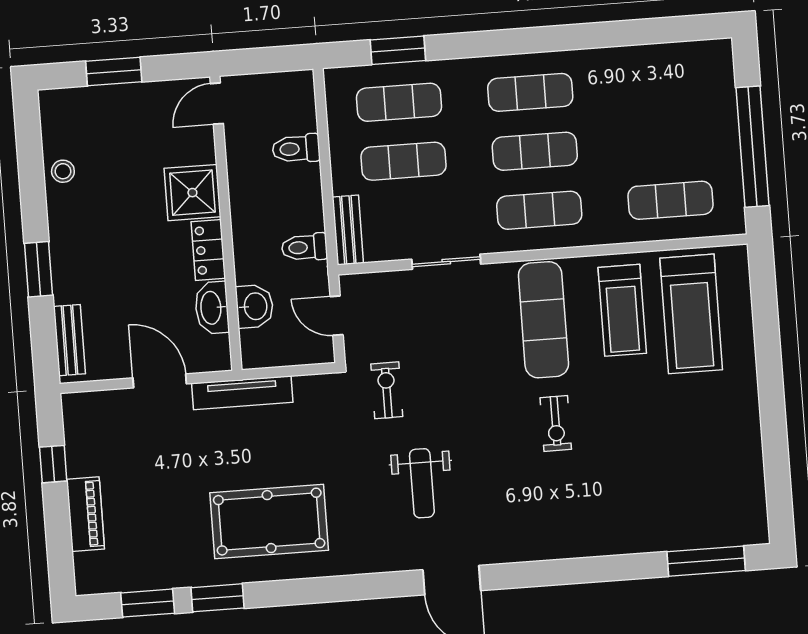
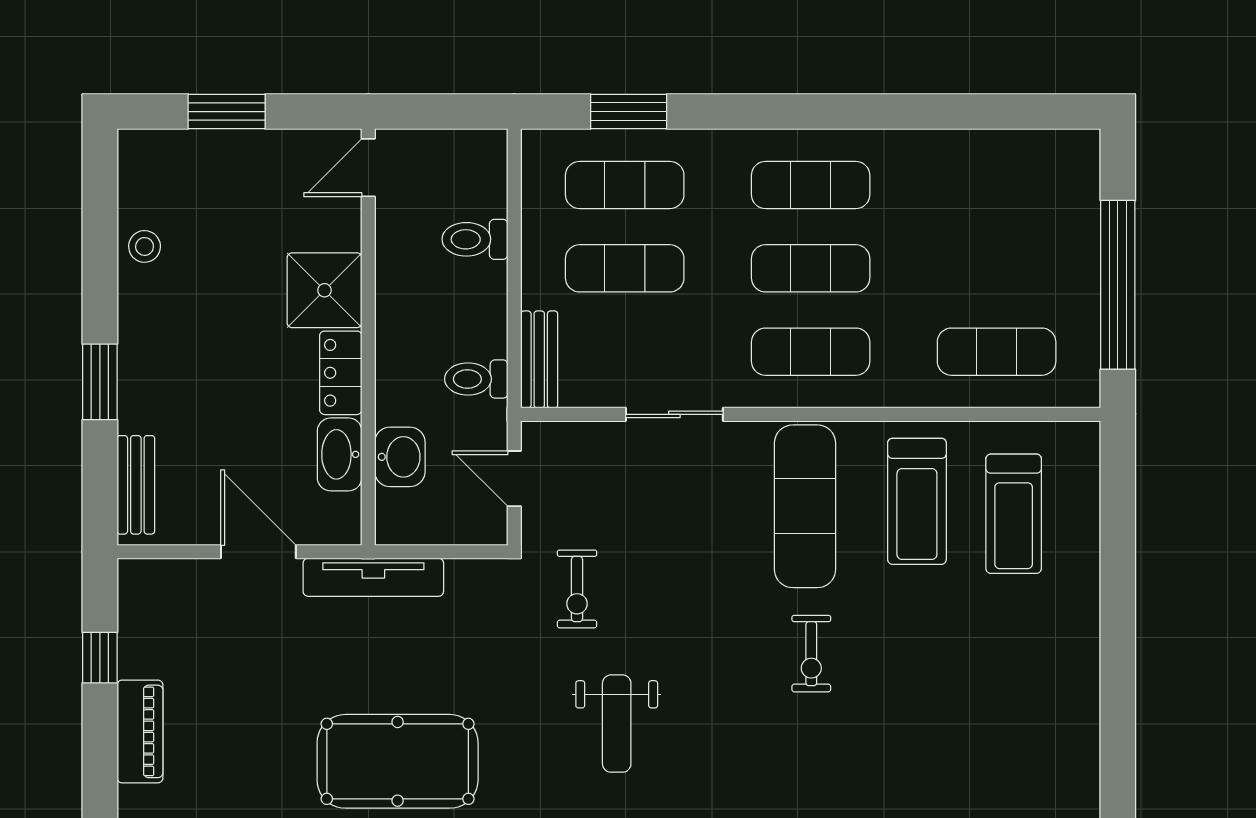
treadmill: (691, 314) -> (1014, 514), width x0.73, depth x0.73
exercise bike: (387, 390) -> (577, 589), turned 180

